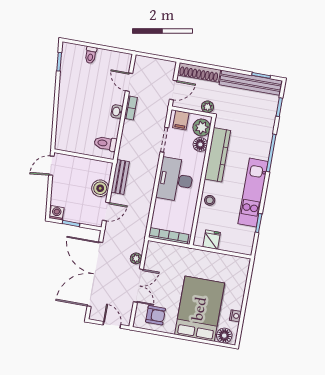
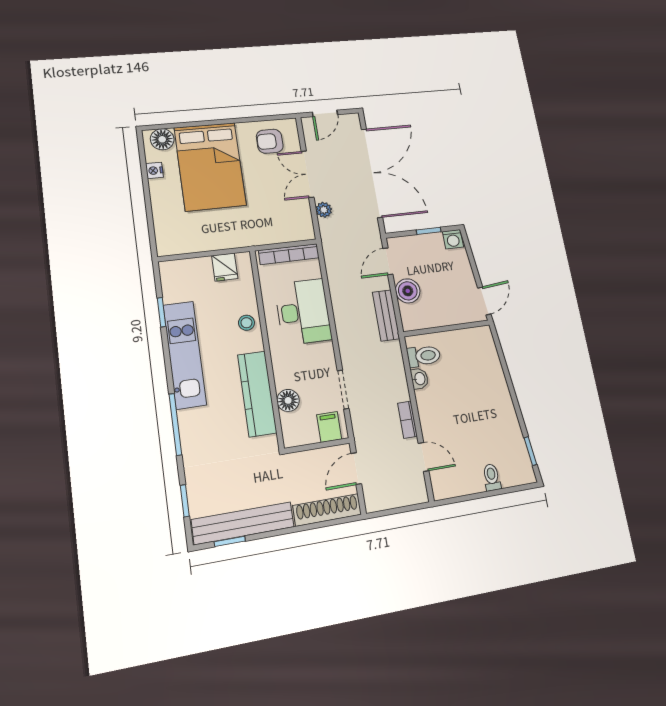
plant: (207, 107) -> (297, 461), removed
washbasin: (117, 112) -> (419, 379), moved
plant: (202, 128) -> (295, 427), removed
desk: (175, 180) -> (303, 312), moved
door: (112, 325) -> (325, 113), hinge flipped

